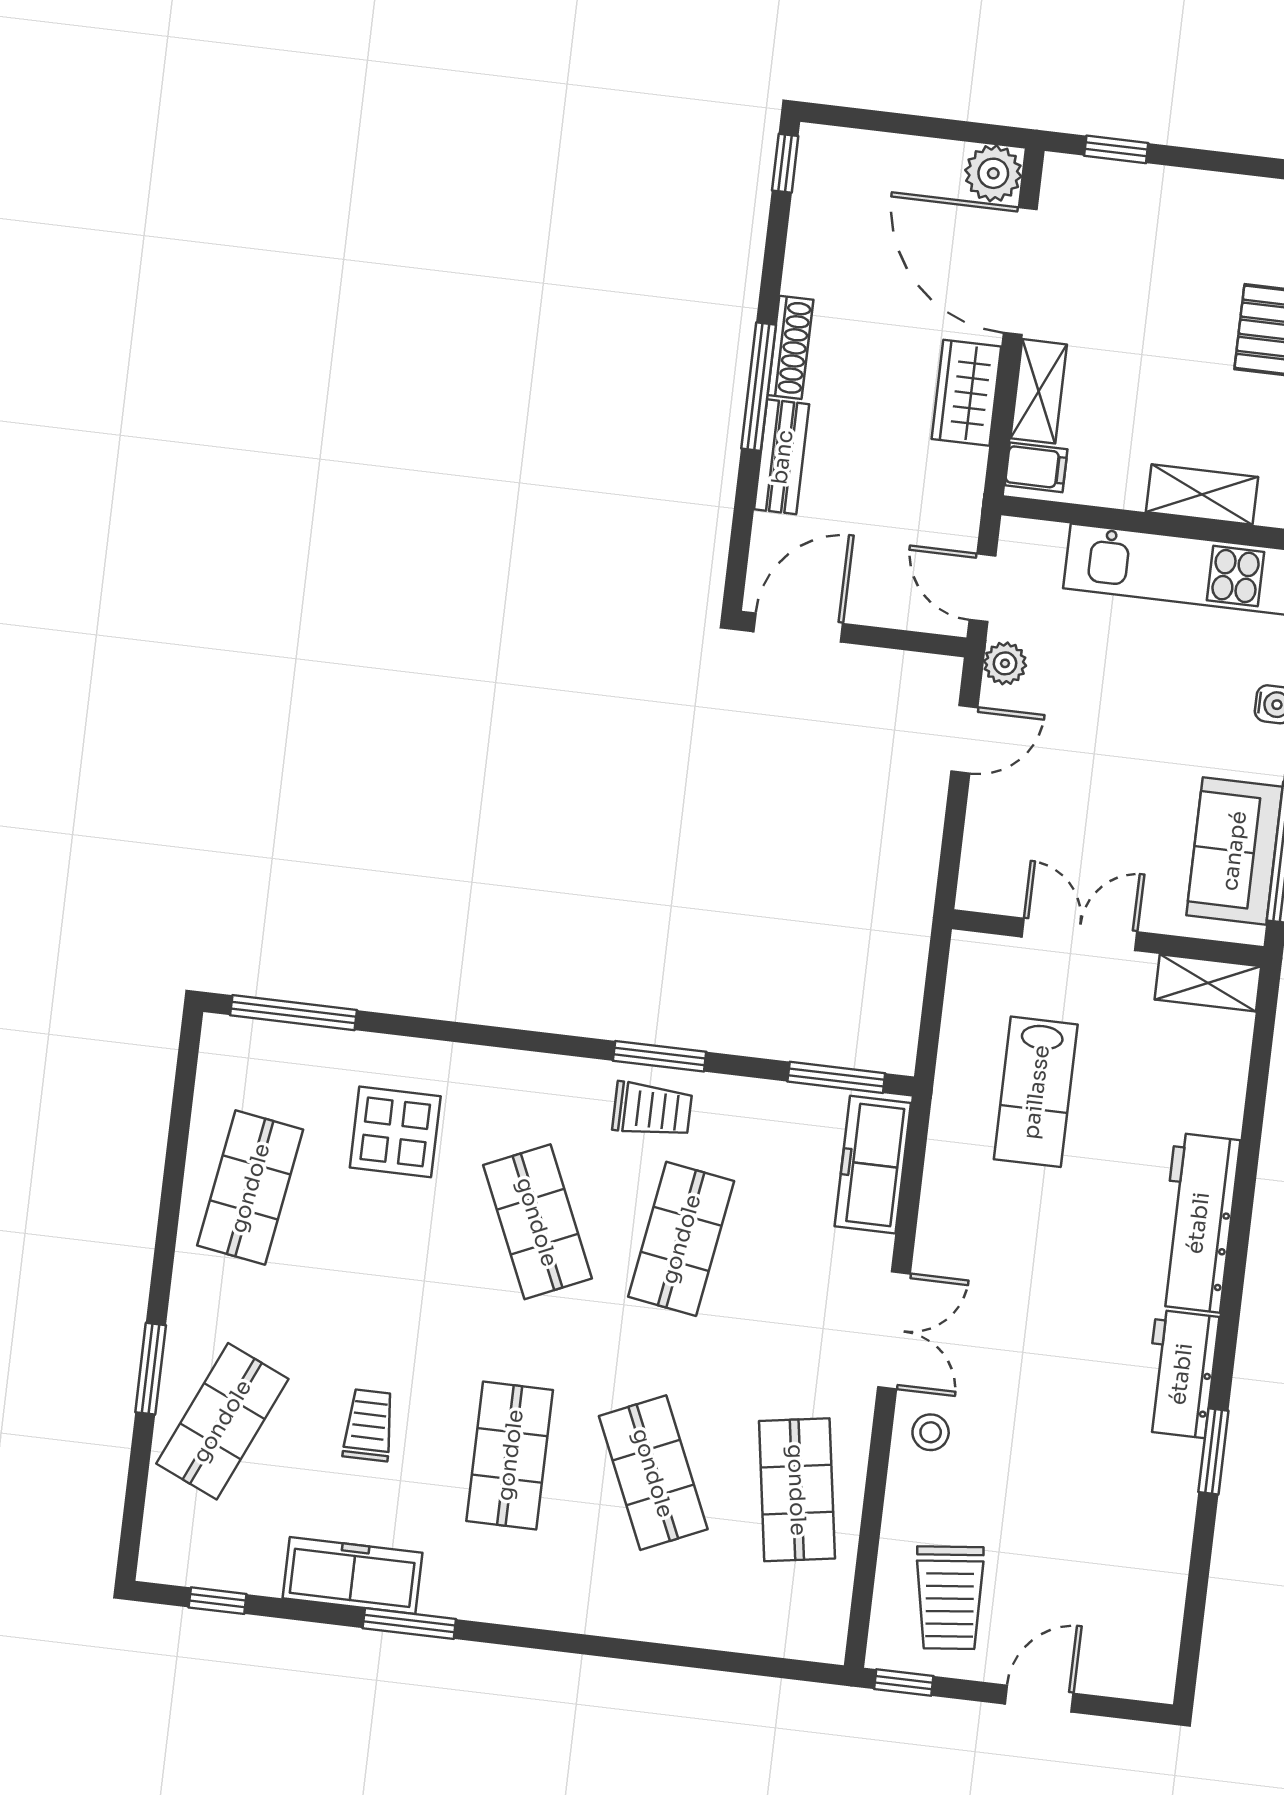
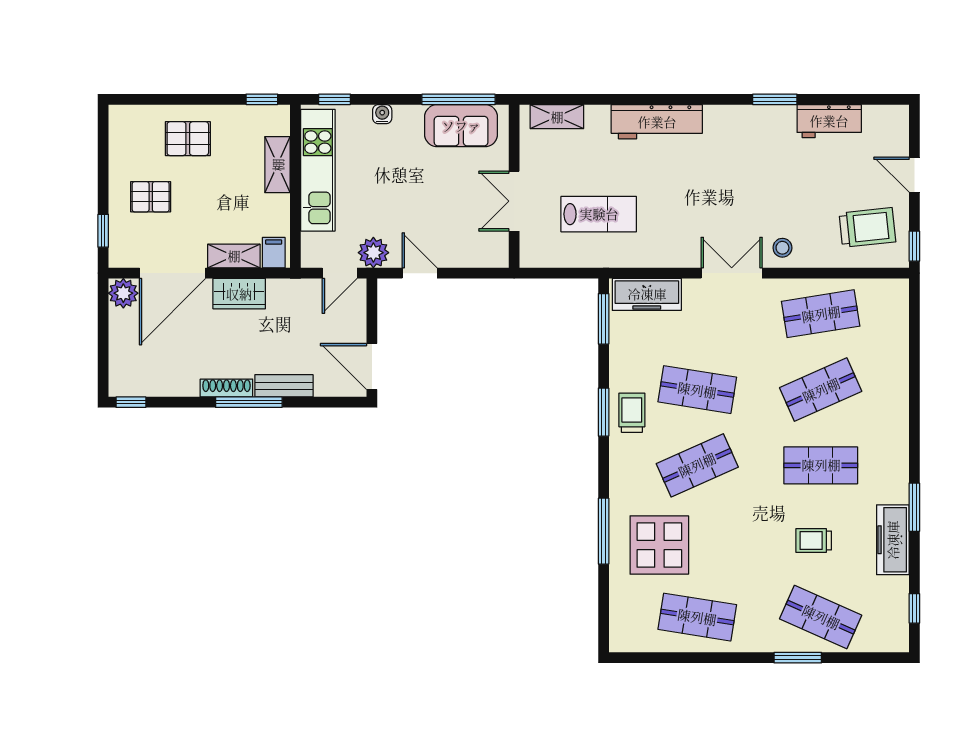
pallet: (1170, 247) -> (151, 197), added
plant: (1005, 663) -> (373, 253), width x1.38, depth x1.38
shelving: (1208, 983) -> (557, 117), moved, turned 90
window: (294, 1013) -> (604, 531), moved
display table: (395, 1132) -> (659, 545), width x1.36, depth x1.36
workbench: (1181, 1374) -> (829, 121), moved

